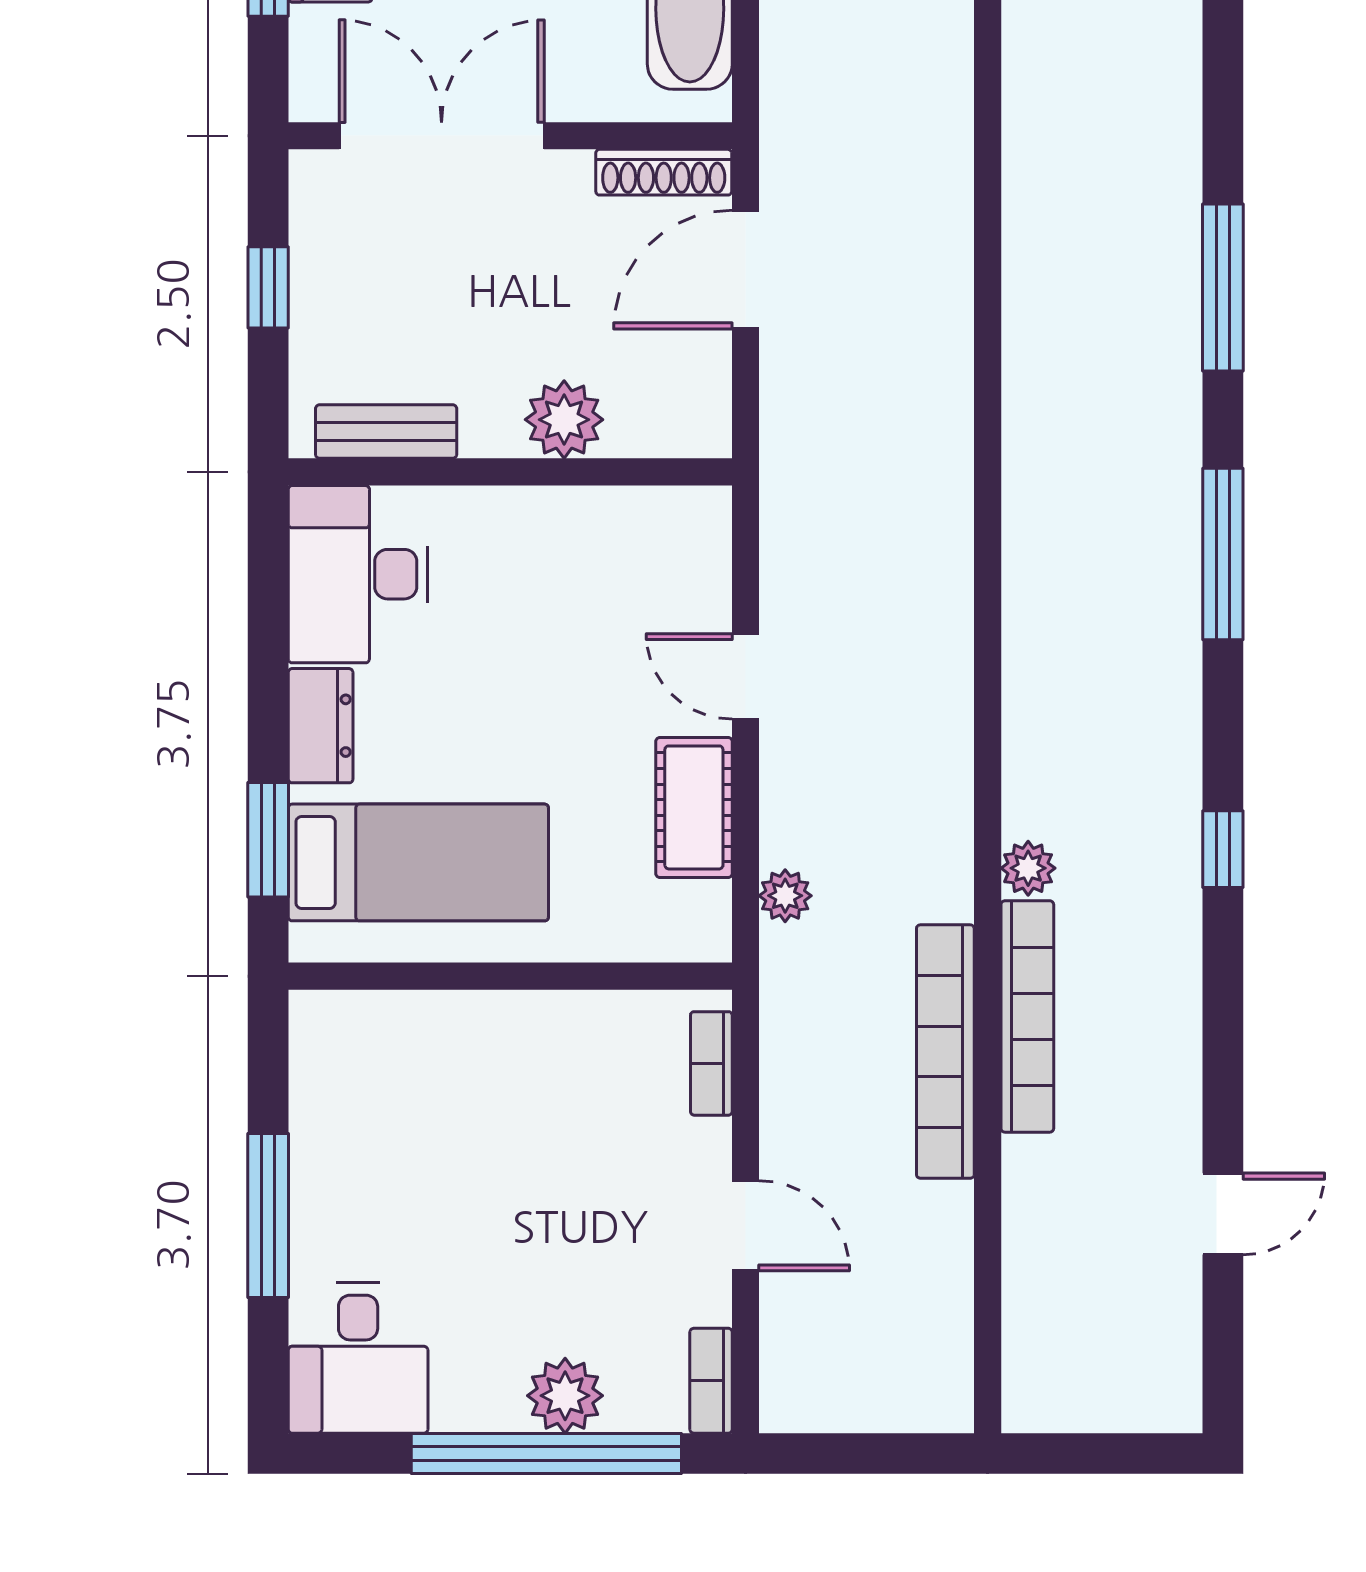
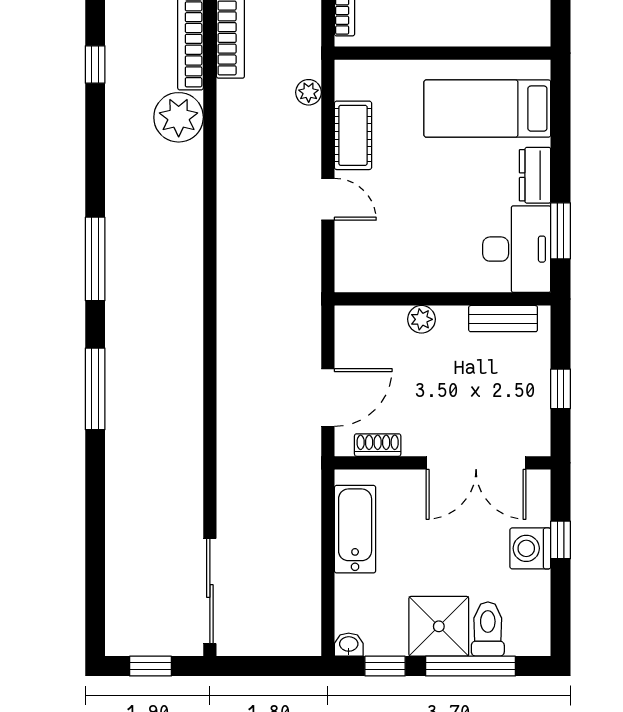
shoe rack: (664, 172) -> (378, 445), width x0.70
plant: (564, 420) -> (421, 319), width x0.73, depth x0.73
window: (268, 840) -> (561, 231), moved
window: (1223, 849) -> (95, 65), moved
plant: (1028, 868) -> (179, 117), width x1.87, depth x1.87

